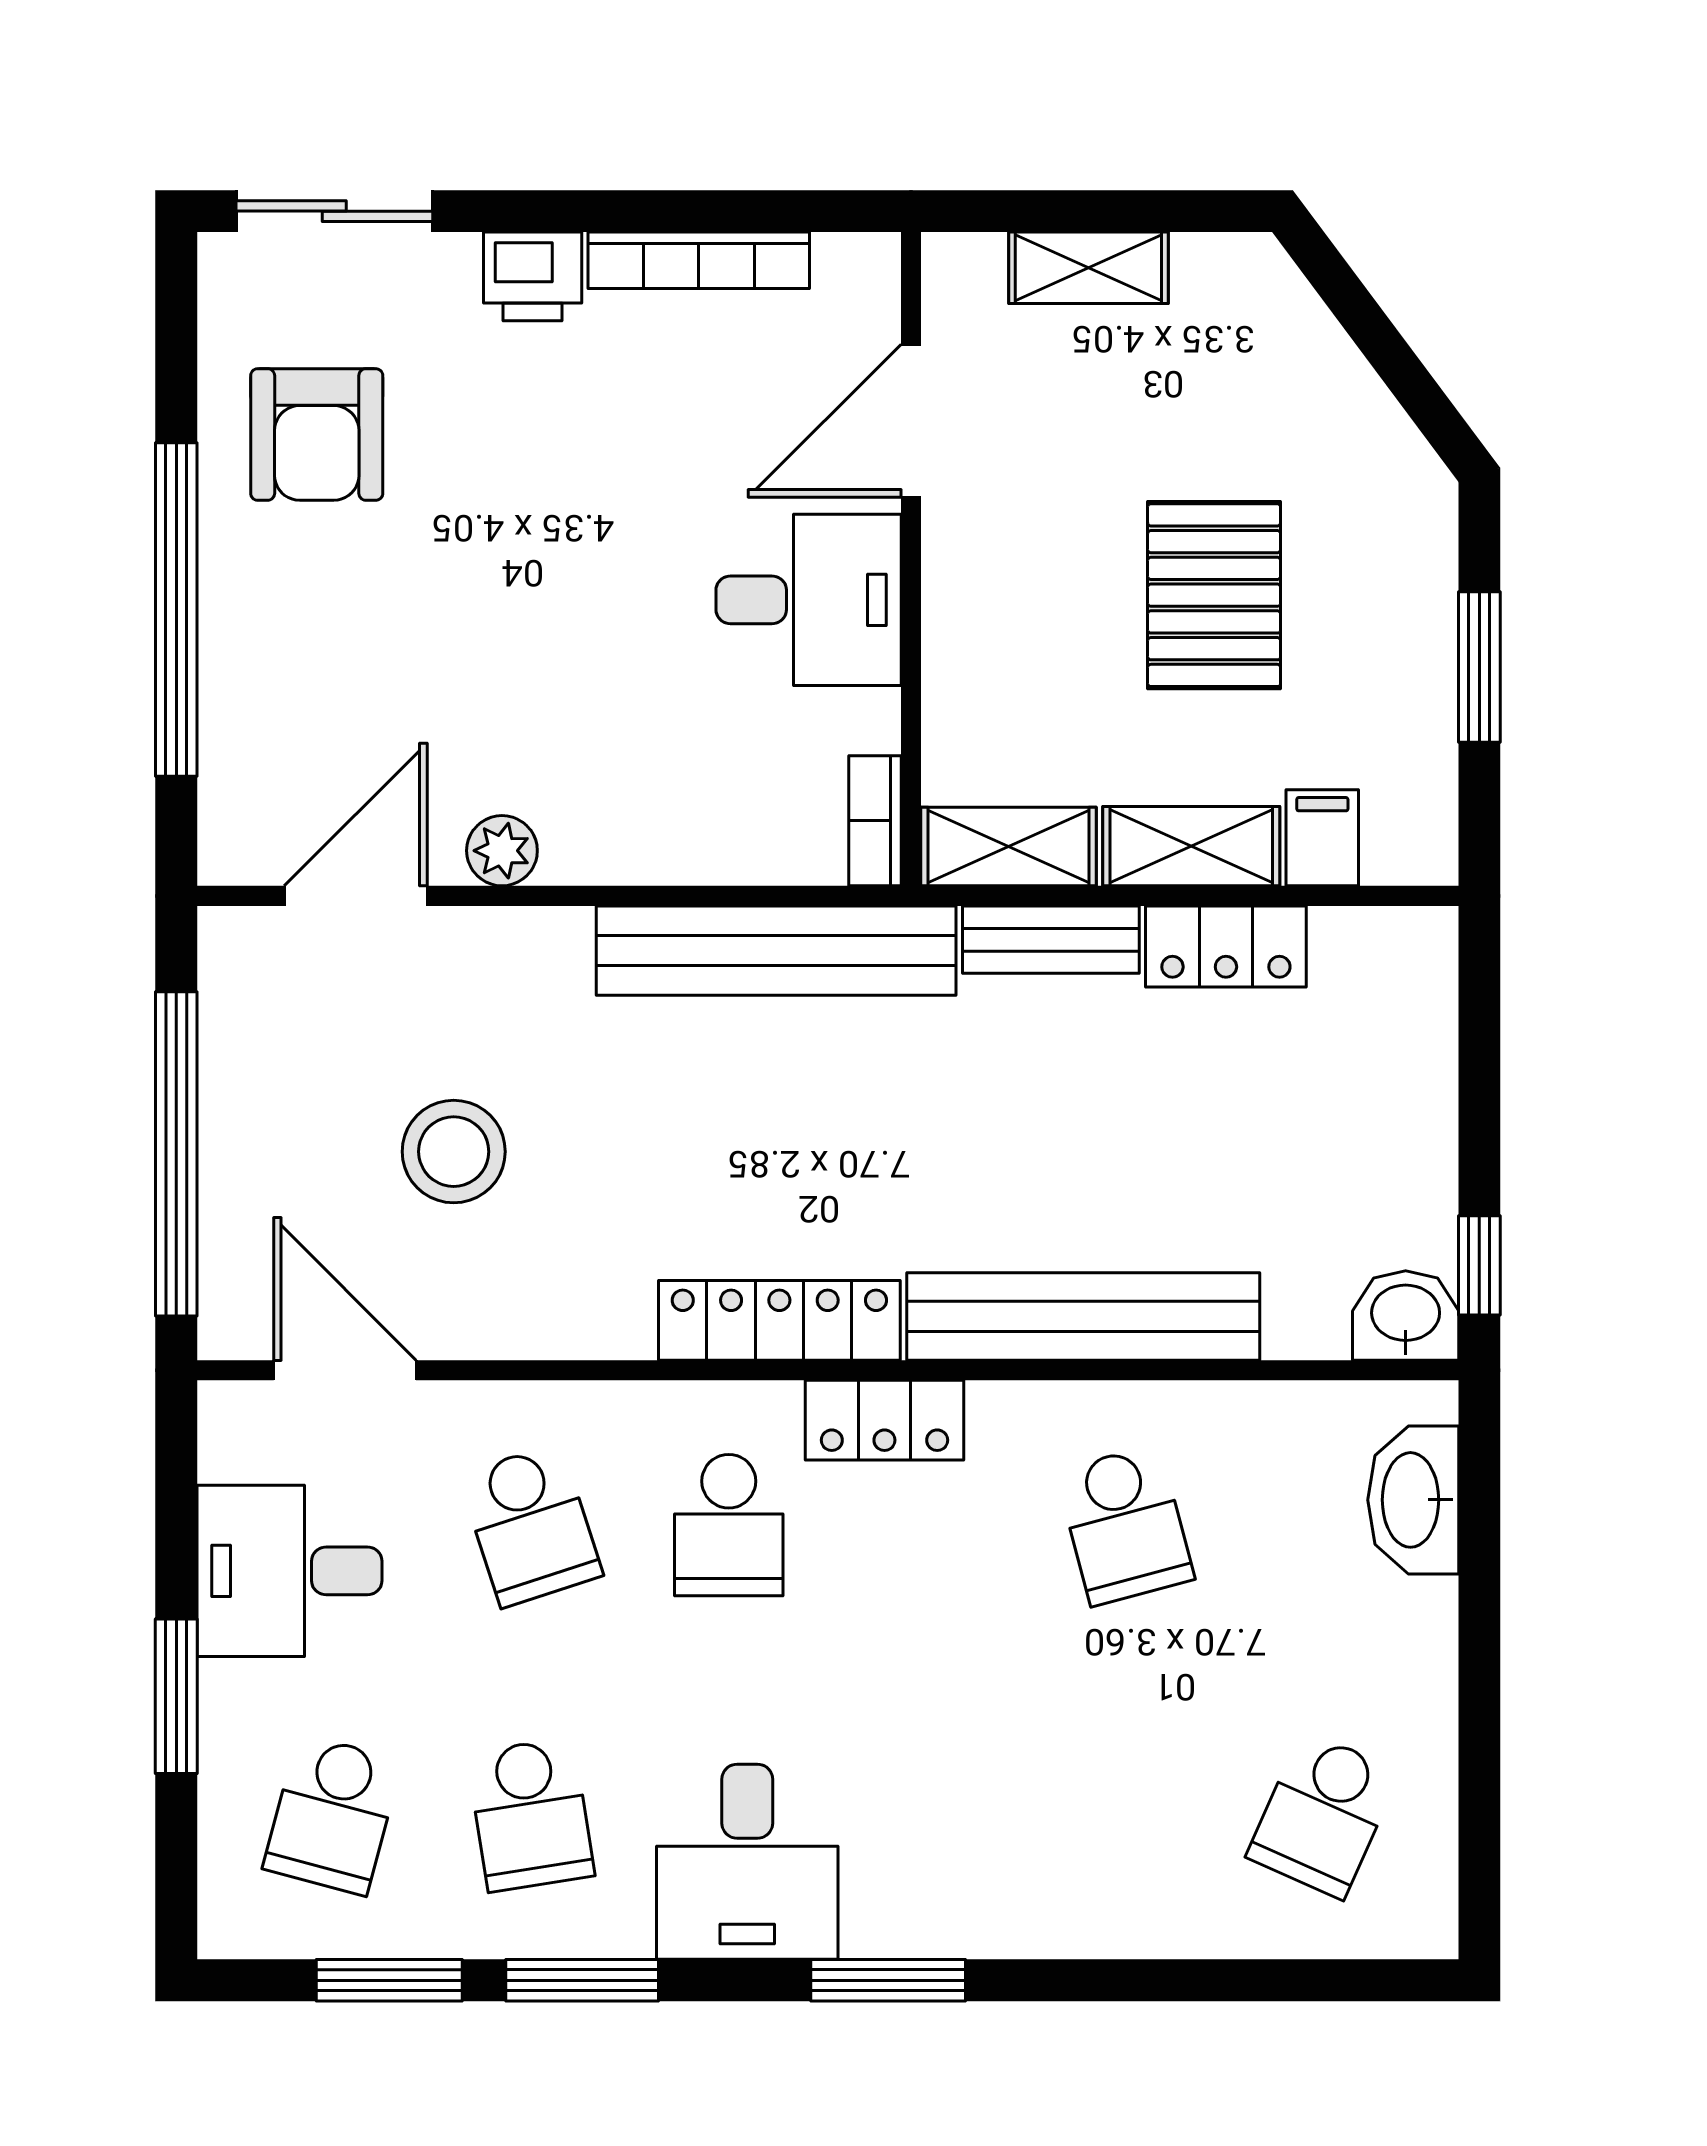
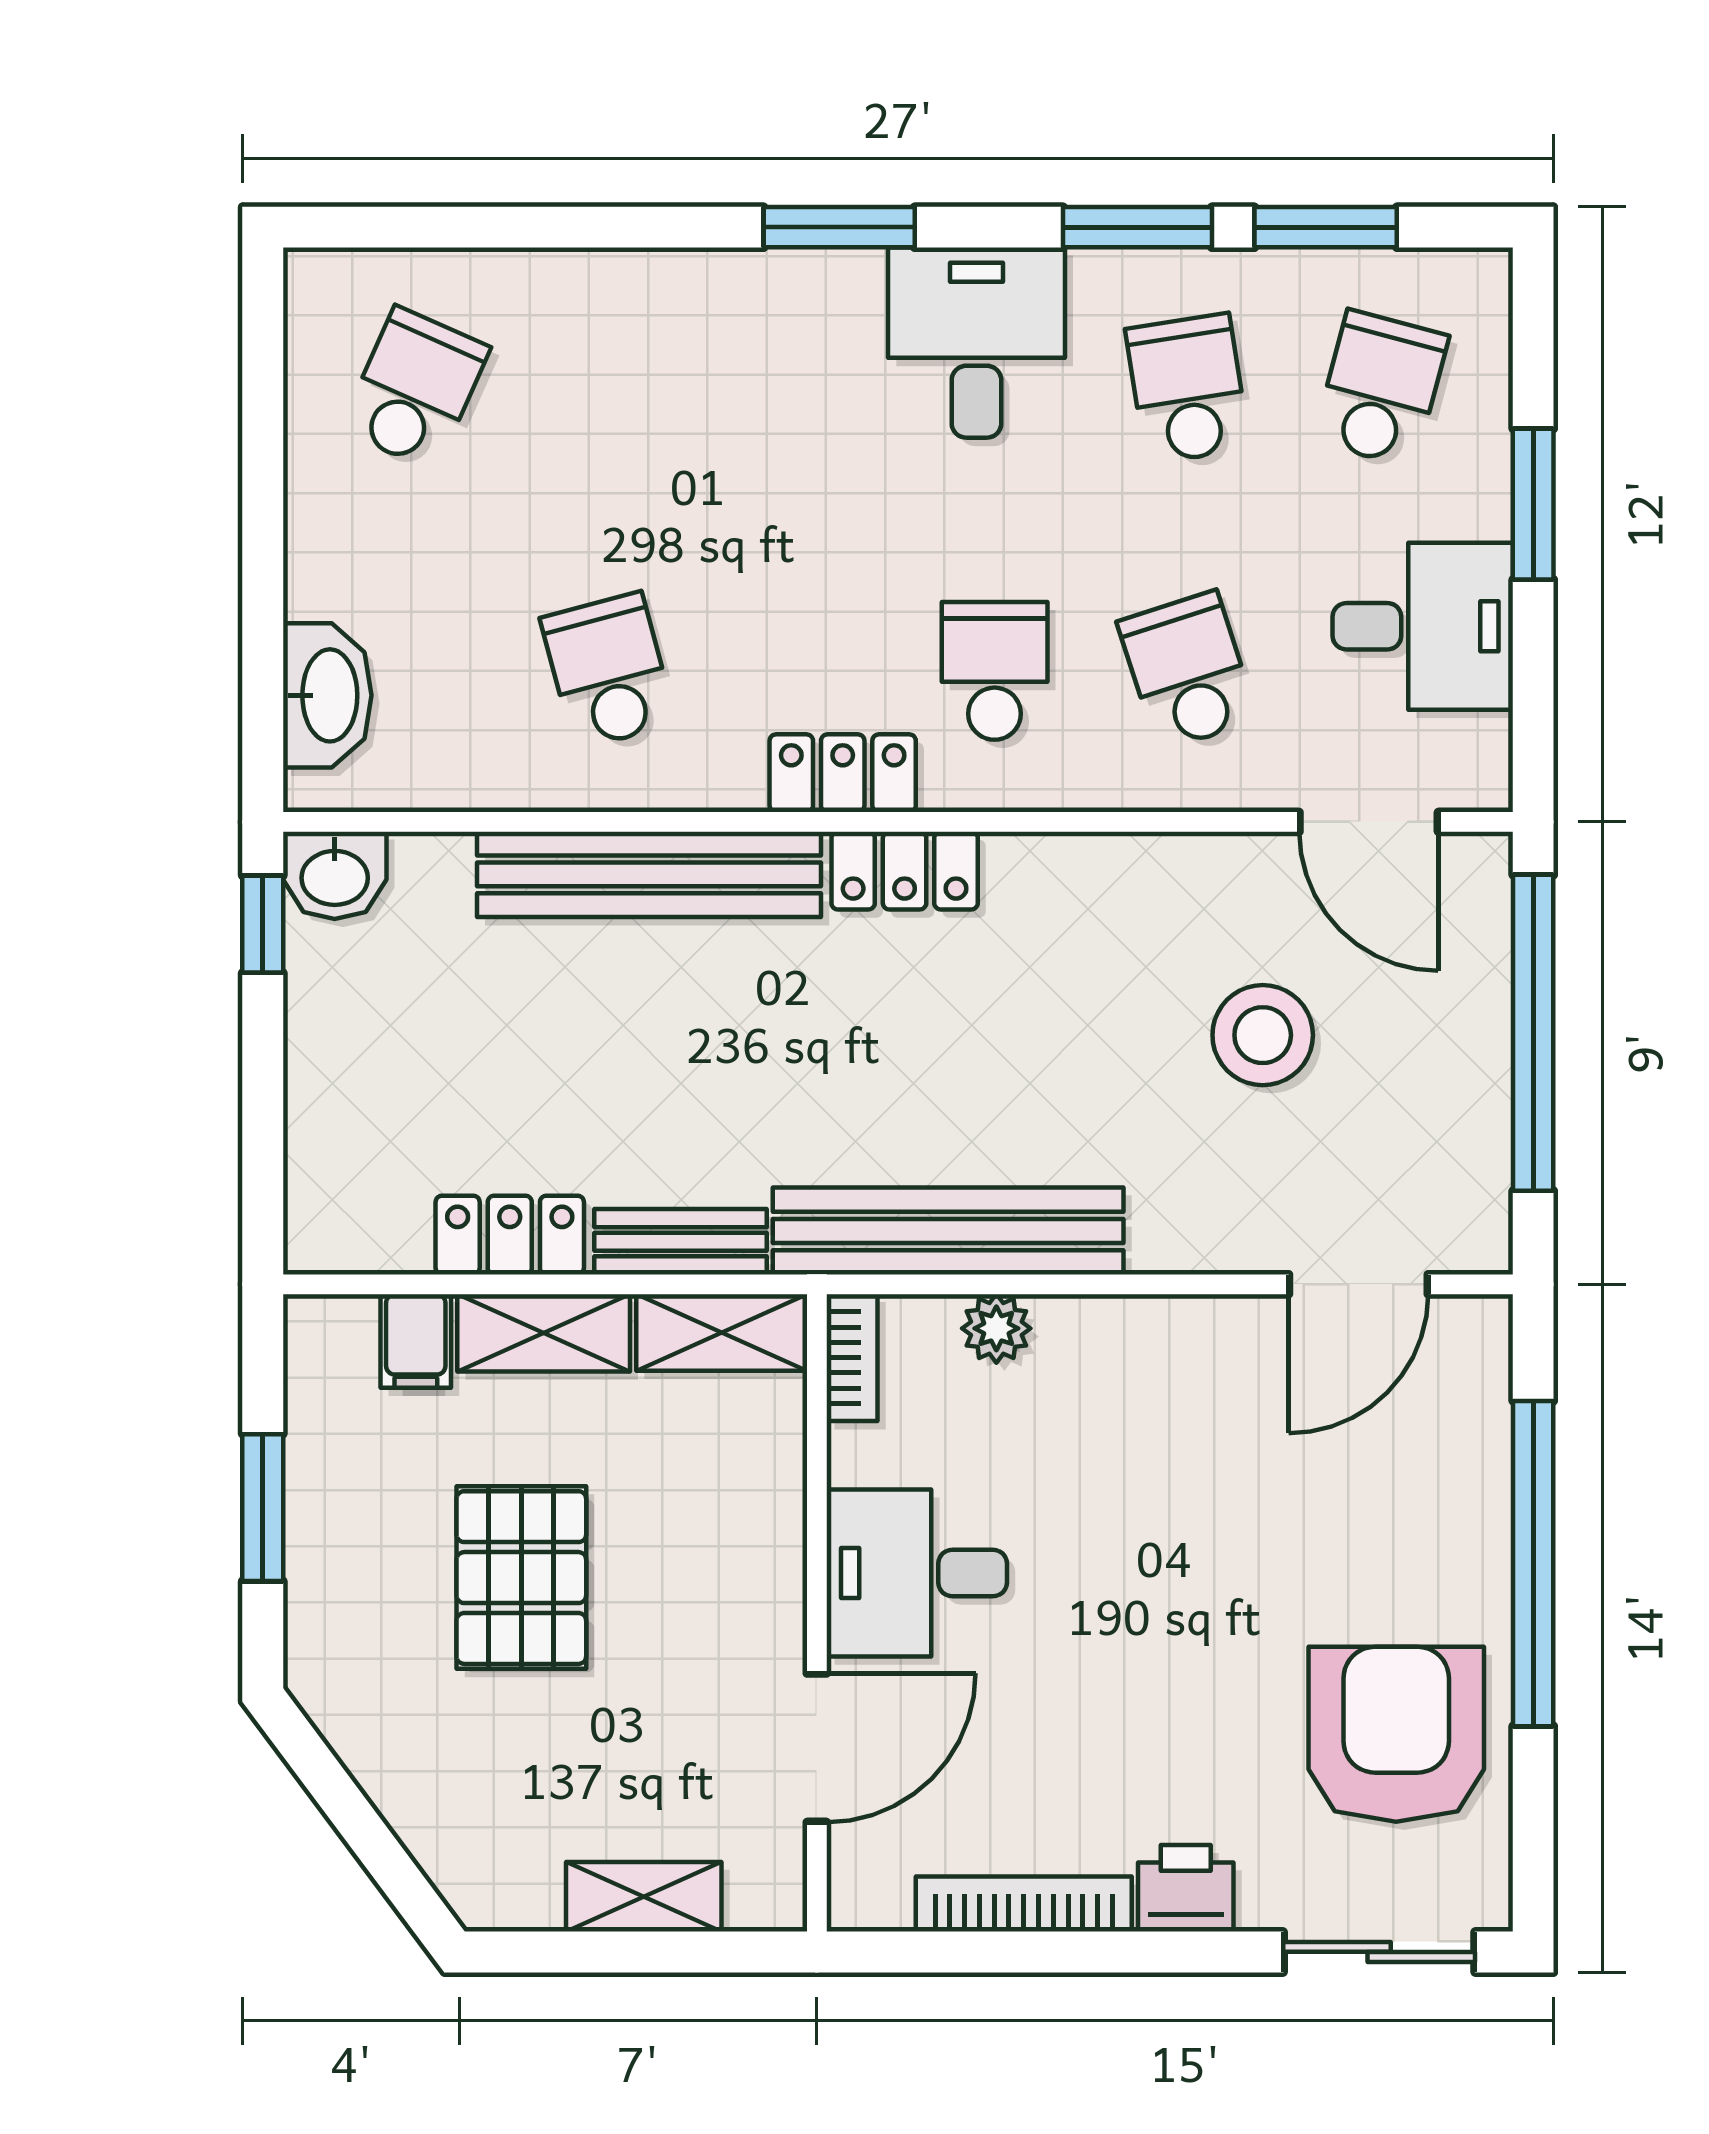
armchair: (317, 434) -> (1396, 1734), width x1.36, depth x1.36
plant: (502, 851) -> (996, 1328), moved
locker: (779, 1320) -> (905, 871), width x0.66

